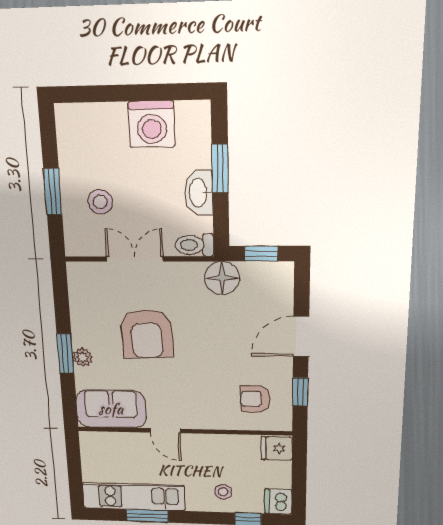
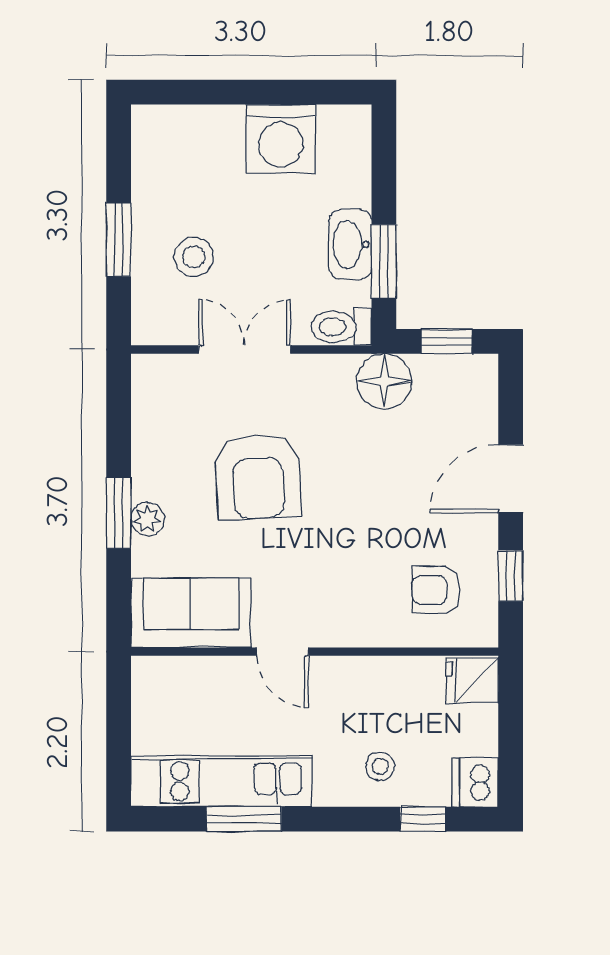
window: (220, 169) -> (384, 262), moved

